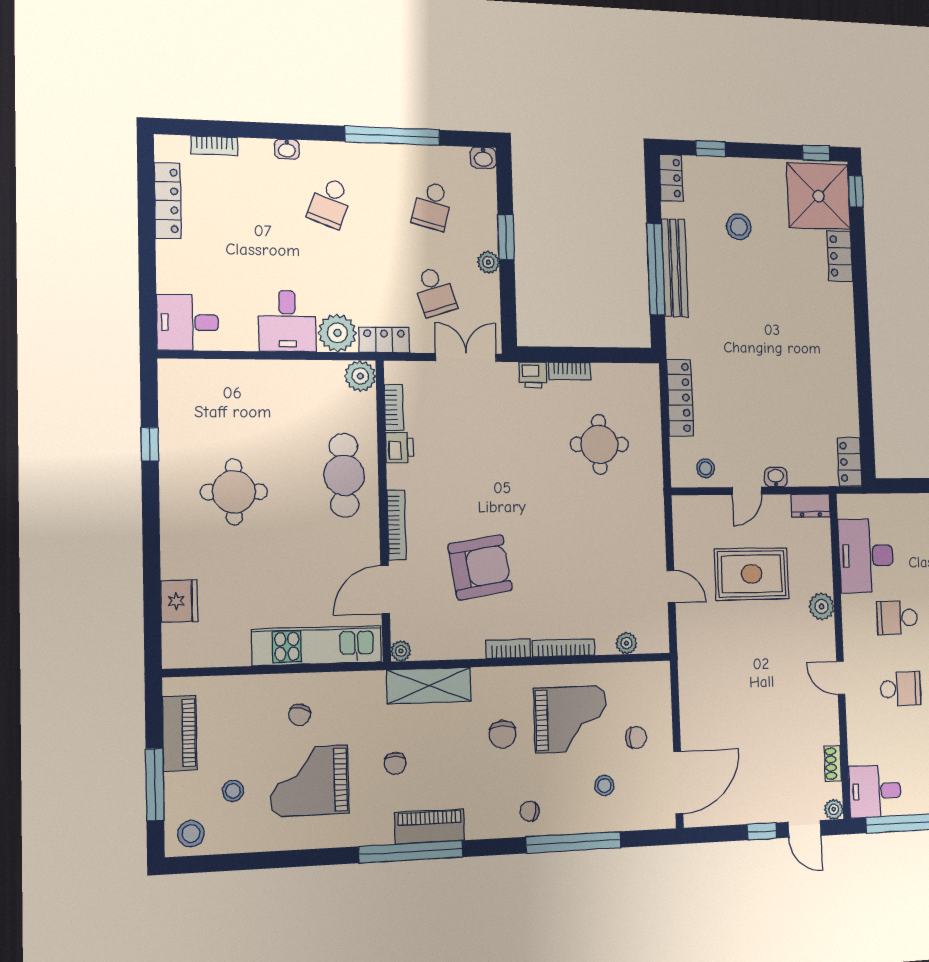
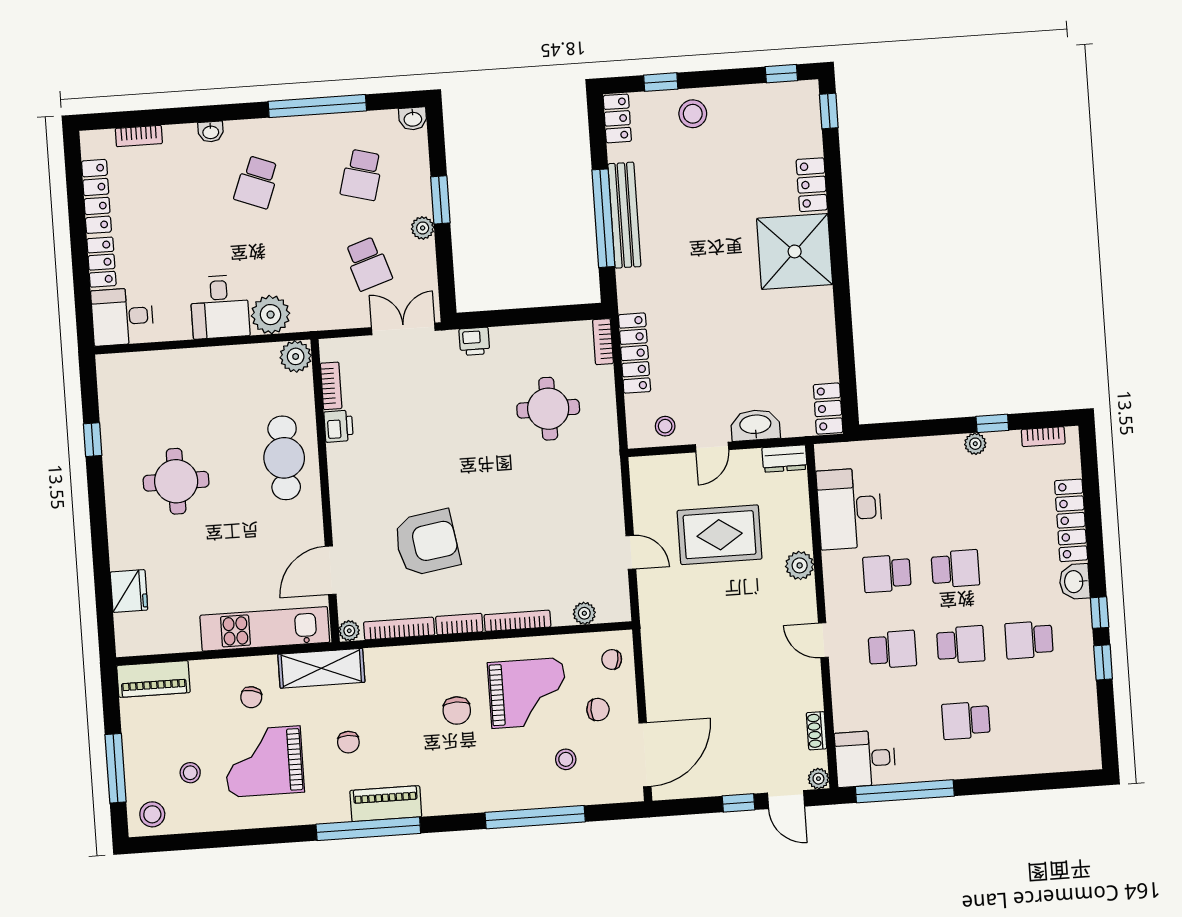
shower: (819, 196) -> (795, 251), moved
stool: (739, 227) -> (693, 114), moved
locker: (384, 340) -> (101, 262), moved, turned 90
bookcase: (570, 371) -> (603, 342), moved, turned 90
washbasin: (776, 477) -> (755, 425), width x1.91, depth x1.45
bookcase: (396, 525) -> (399, 629), moved, turned -90
shelving: (429, 686) -> (321, 668), moved
piano: (180, 733) -> (153, 679), moved, turned 90
chair: (530, 811) -> (612, 659), moved

